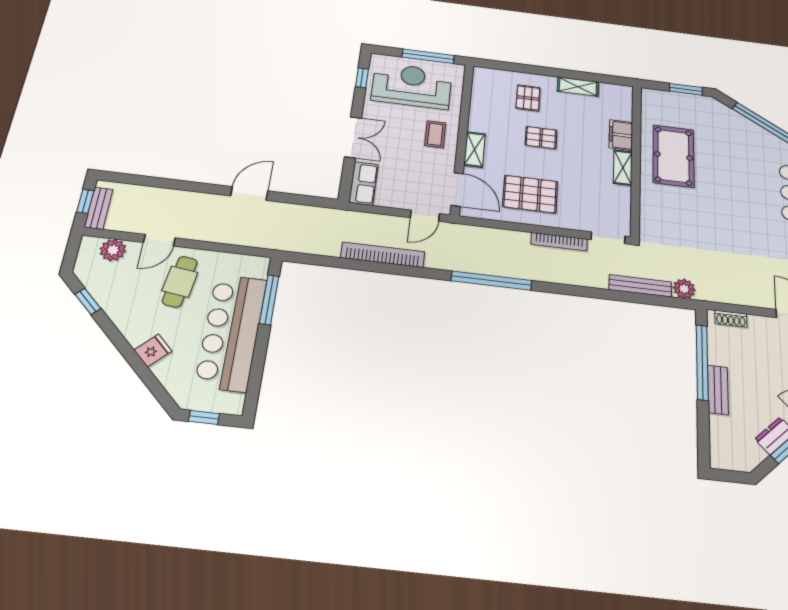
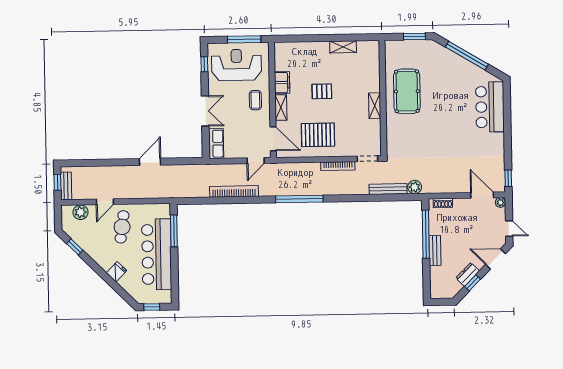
pallet: (528, 98) -> (311, 62), removed
filing cabinet: (621, 135) -> (282, 83), moved, turned 180

